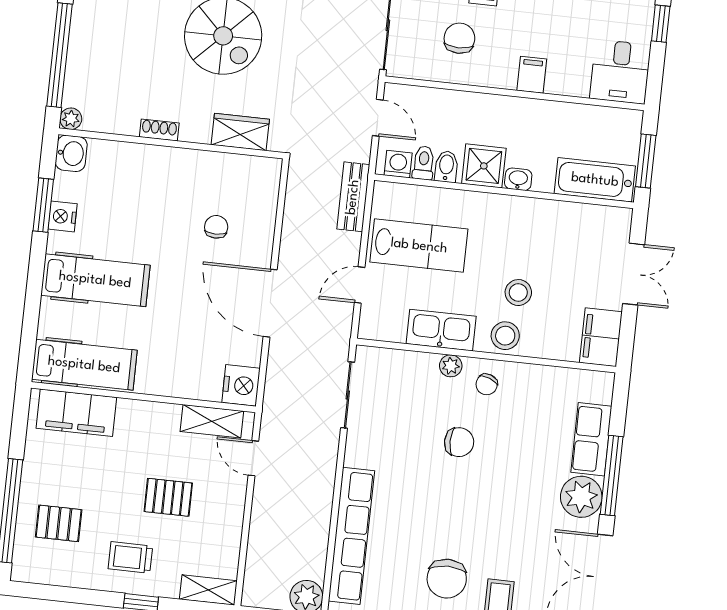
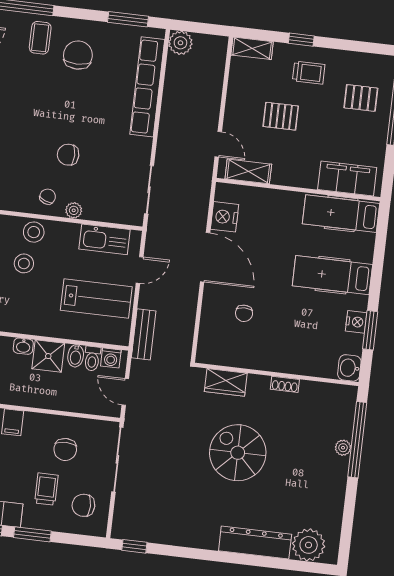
plant: (71, 119) -> (343, 448), moved
lab bench: (419, 246) -> (96, 298), turned 180
kitchen sink: (441, 330) -> (104, 239), moved
nightstand: (241, 385) -> (225, 217), moved

